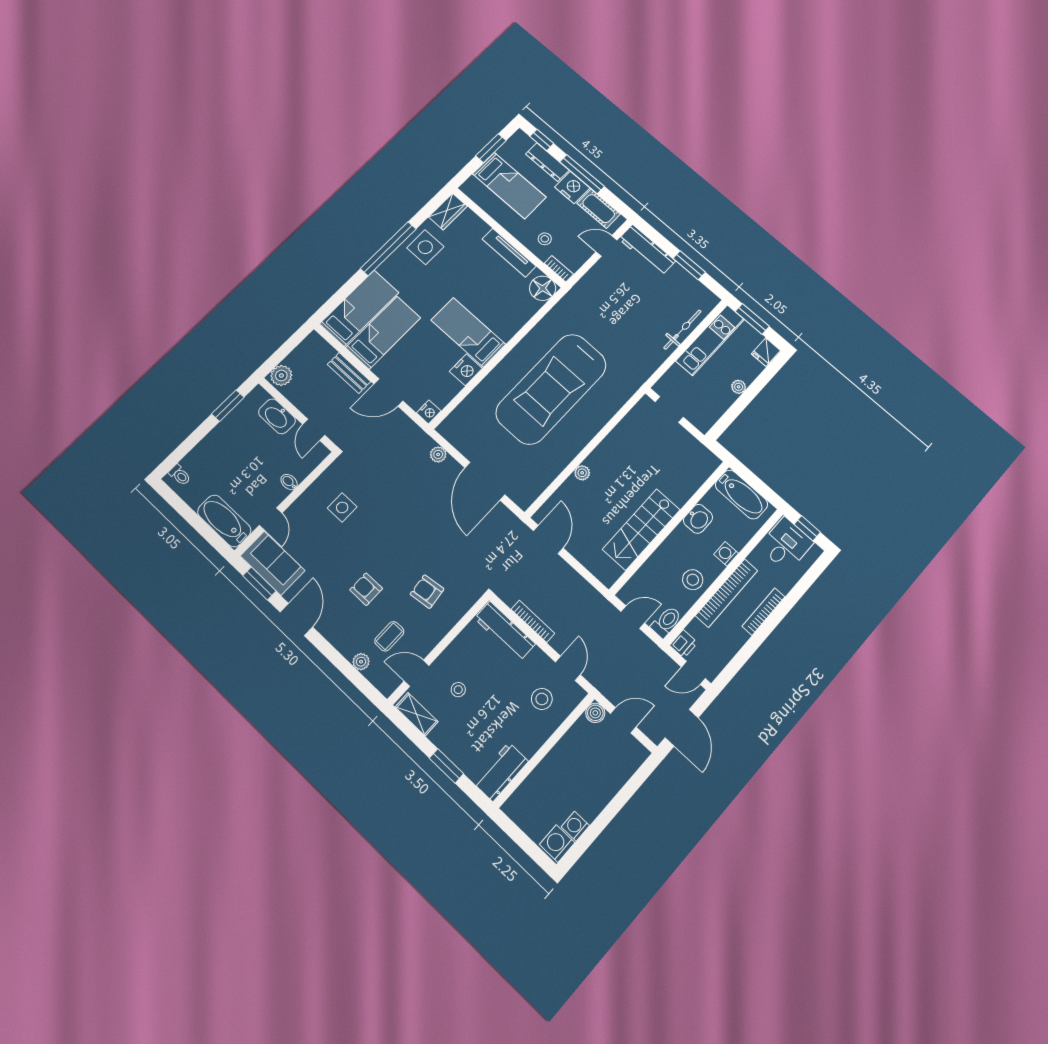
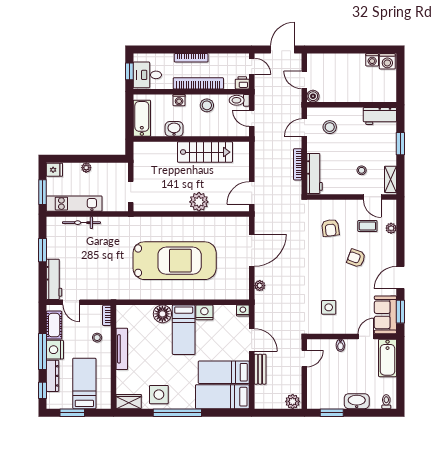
floor lamp: (543, 288) -> (162, 314), moved
washbasin: (277, 416) -> (357, 401), moved, turned -90
plant: (582, 473) -> (199, 202), width x1.87, depth x1.87
armchair: (366, 589) -> (356, 258), turned 110

